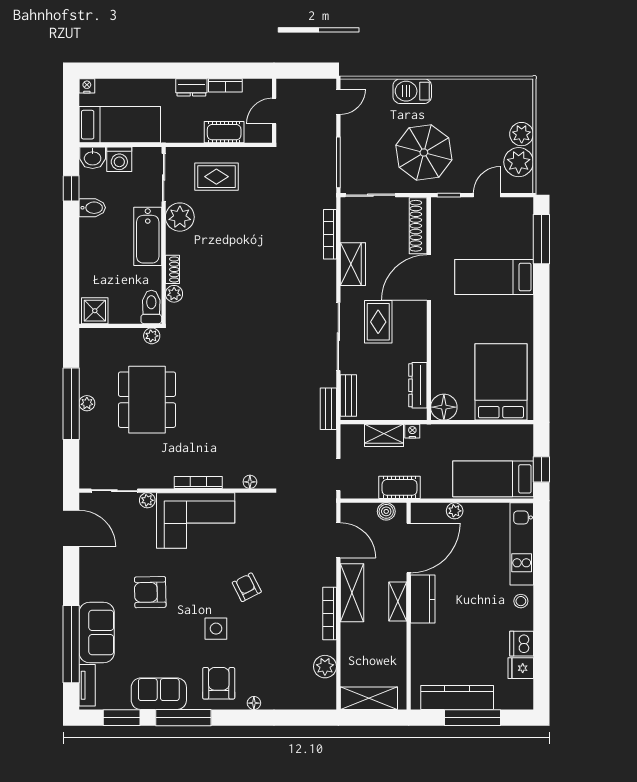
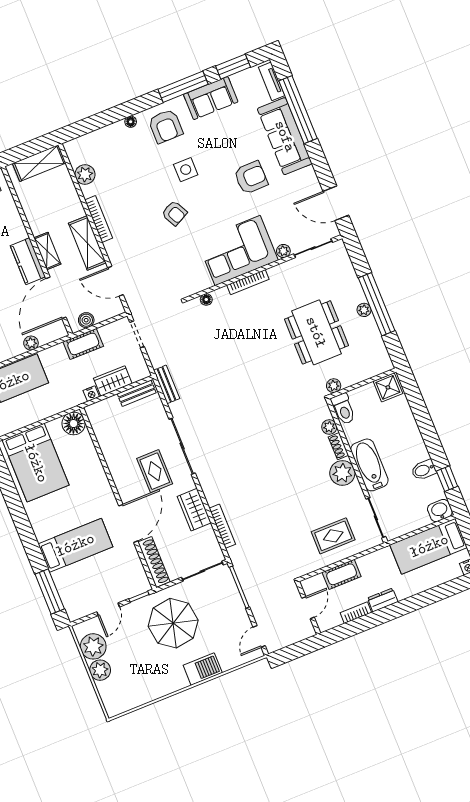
washing machine: (119, 159) -> (418, 518), removed
plant: (180, 217) -> (342, 473), moved
dresser: (418, 385) -> (102, 433), removed
bench: (348, 396) -> (137, 393), moved, turned 90
sofa: (97, 633) -> (285, 136), width x1.36

